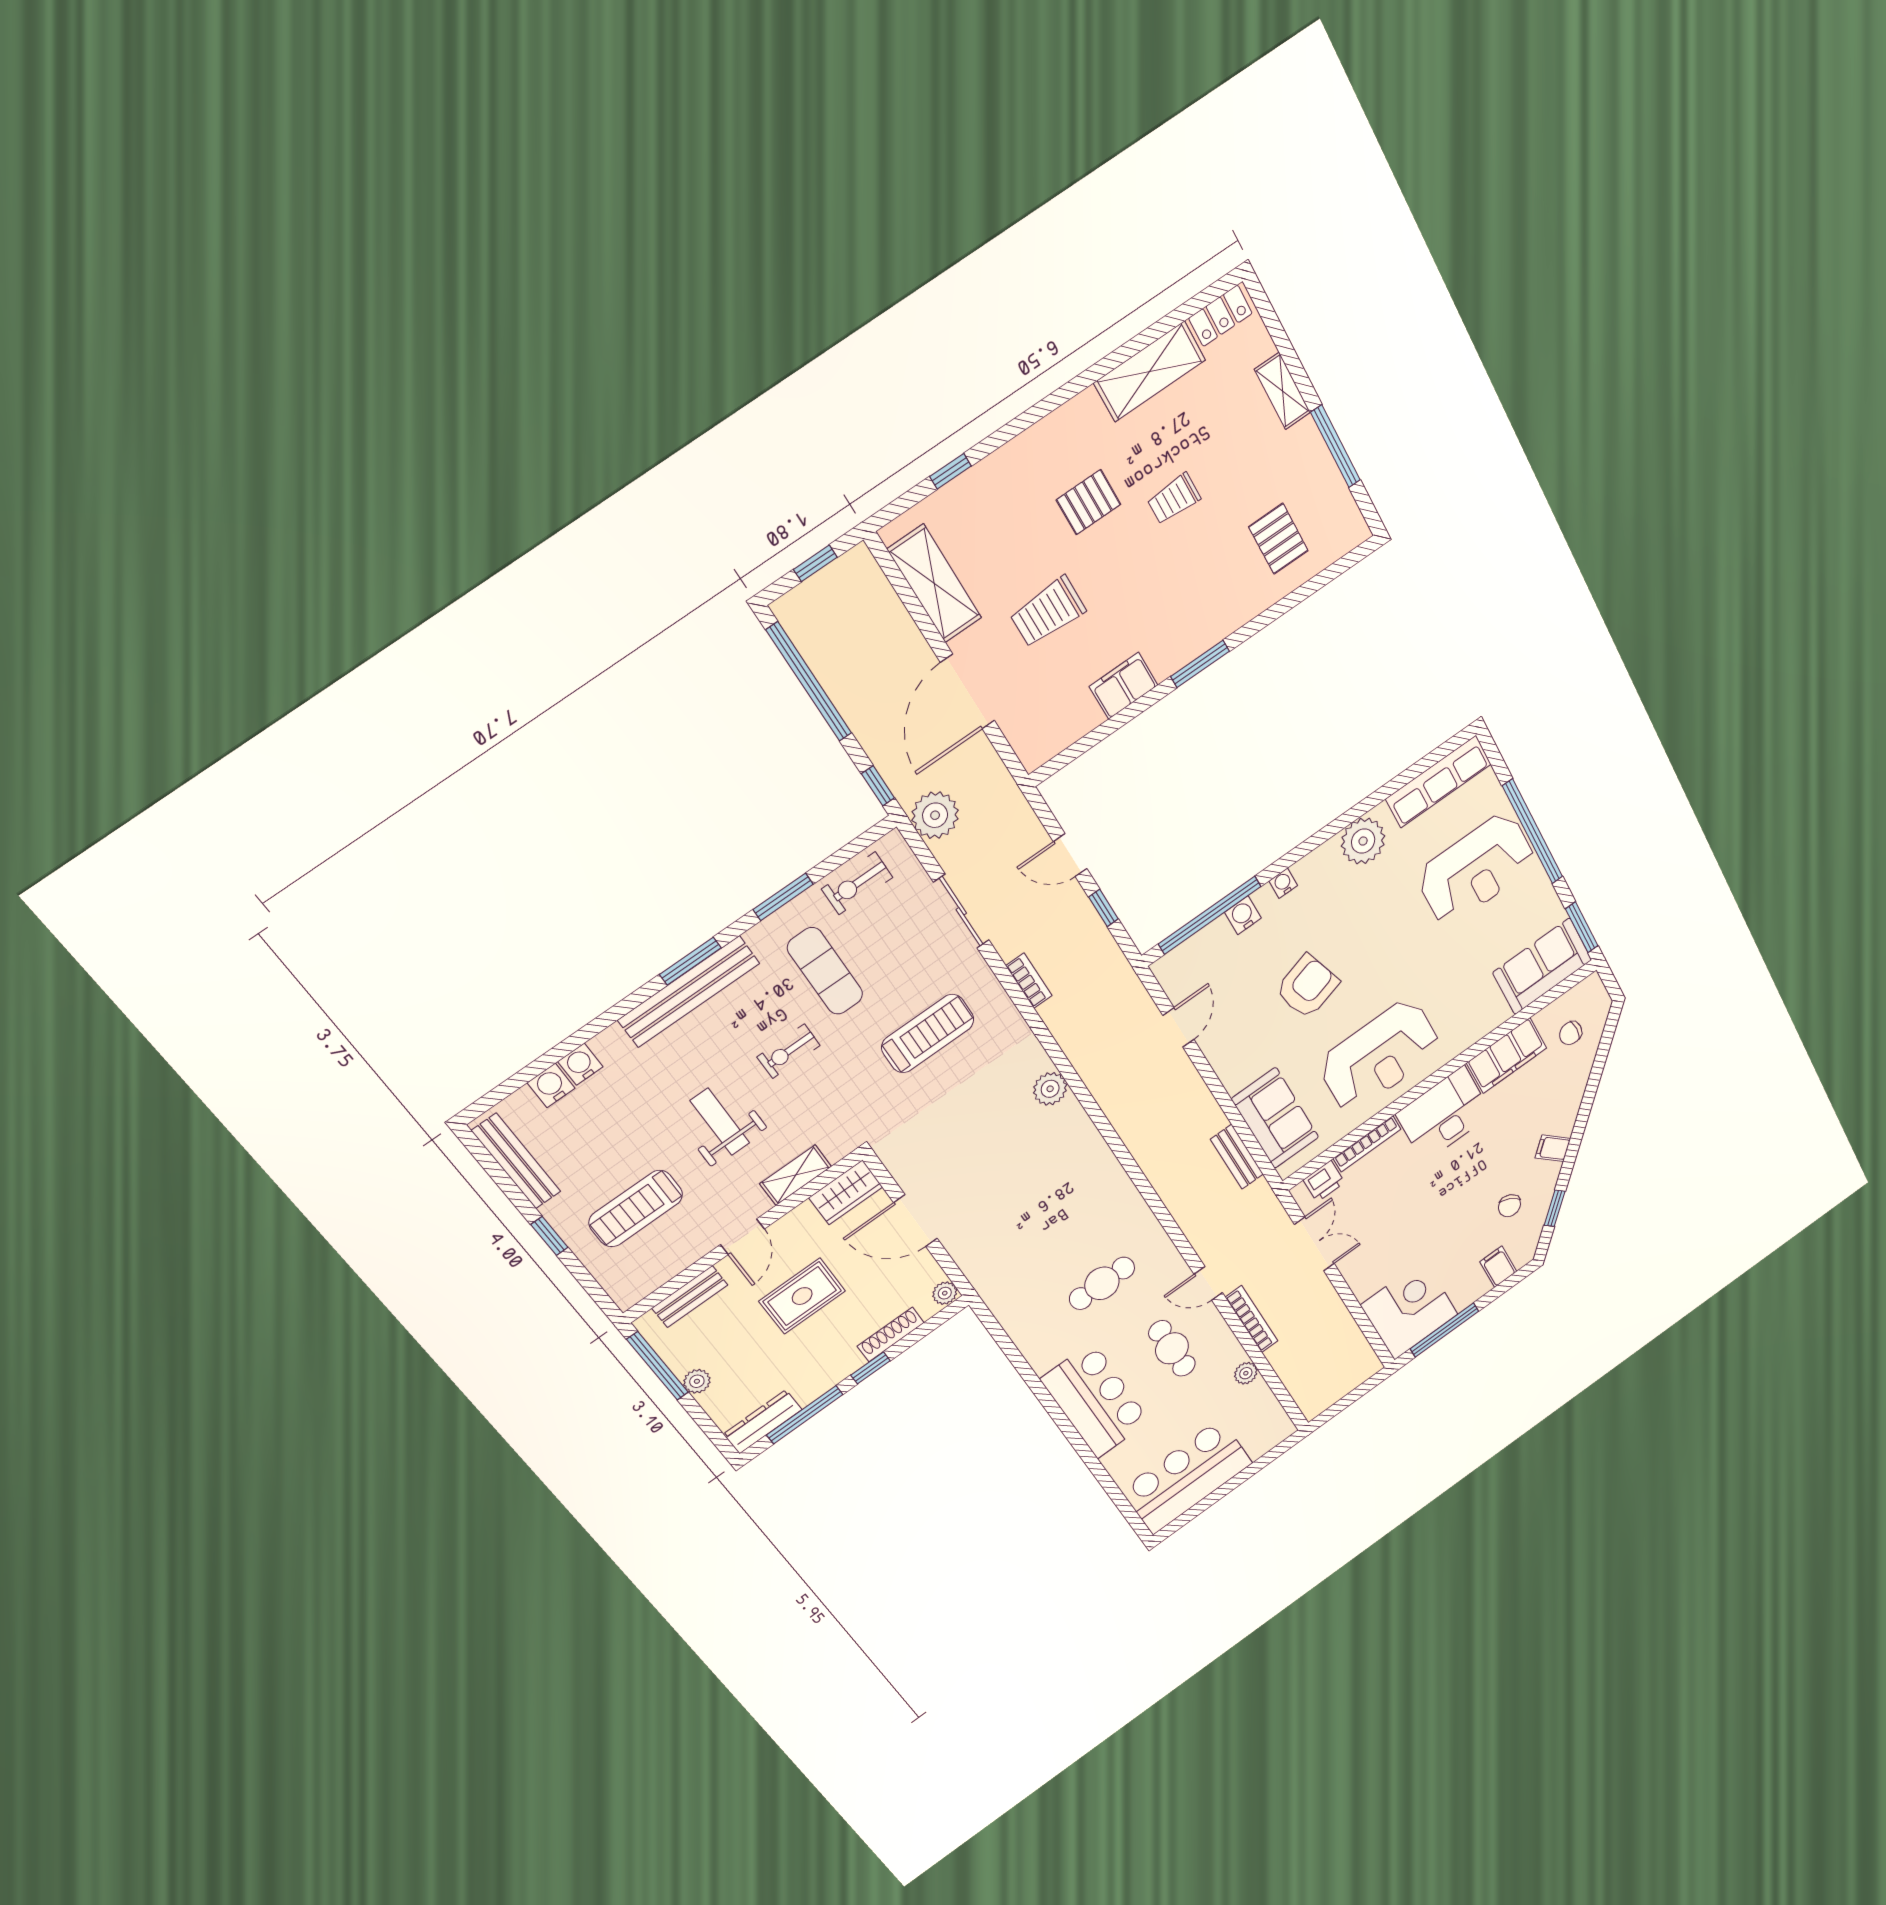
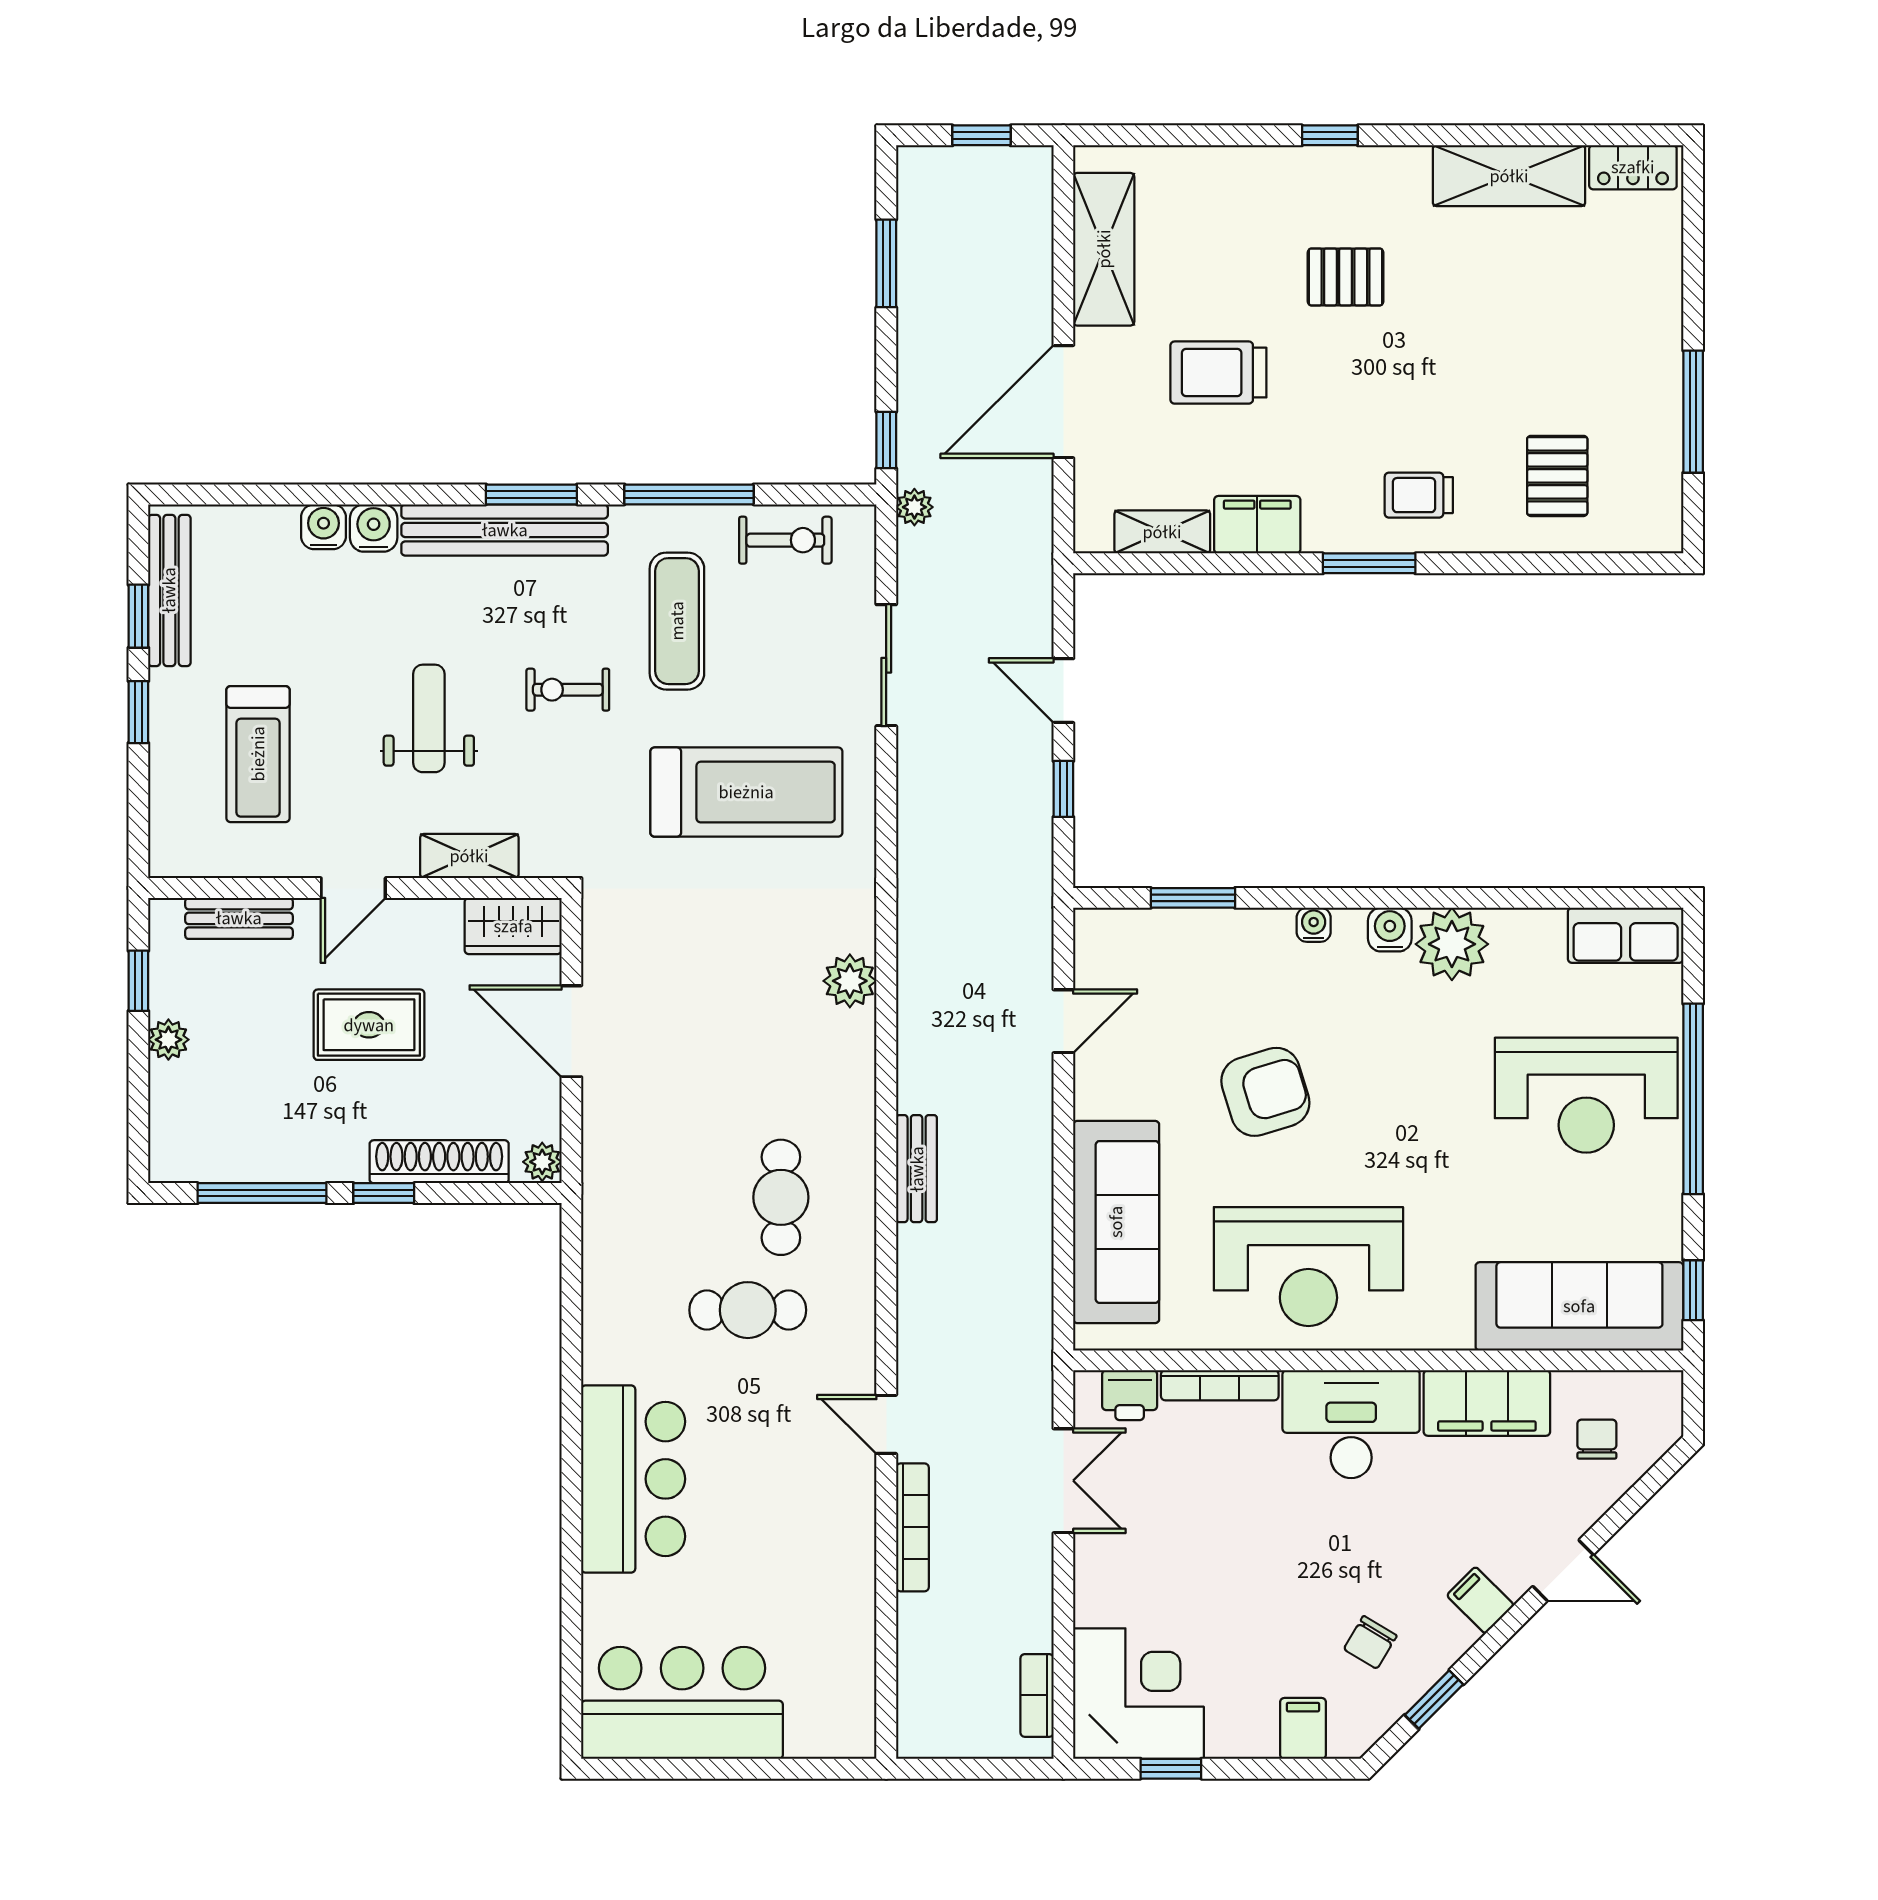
shelving: (1282, 391) -> (1162, 532), moved, turned 90
window: (950, 471) -> (1330, 135), moved
trolley: (1174, 499) -> (1419, 495), moved
window: (809, 682) -> (886, 263), width x0.47
row of seats: (1438, 782) -> (1626, 935), width x0.68
plant: (935, 815) -> (914, 507), width x0.53, depth x0.53
exercise bike: (857, 883) -> (785, 540), turned 180
window: (783, 897) -> (689, 494), width x1.44
window: (1210, 915) -> (1193, 898), width x0.47
water cooler: (1243, 915) -> (1390, 930), moved
window: (1582, 927) -> (1693, 1290), width x0.67
sofa: (1542, 966) -> (1579, 1306), width x1.36
bookcase: (1029, 981) -> (1037, 1695), moved, turned 180
treadmill: (928, 1033) -> (746, 792), width x1.37, depth x1.38
chair: (1571, 1033) -> (1597, 1439), turned 90
water cooler: (551, 1085) -> (374, 528), moved
door: (1586, 1106) -> (1563, 1571), added
sofa: (1275, 1118) -> (1116, 1222), width x1.36
bench: (1237, 1157) -> (917, 1169), moved
window: (509, 1187) -> (138, 616), added
treadmill: (636, 1209) -> (258, 754), turned -90
window: (1444, 1330) -> (1171, 1769), width x0.46
shoe rack: (891, 1334) -> (439, 1162), width x1.36, depth x1.24
cafe table: (1172, 1348) -> (781, 1197), moved
window: (658, 1366) -> (138, 981), width x0.46
plant: (1246, 1373) -> (856, 1606), removed
dresser: (763, 1422) -> (206, 1161), removed

